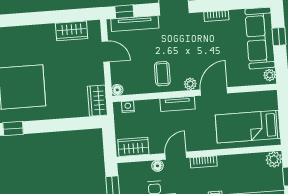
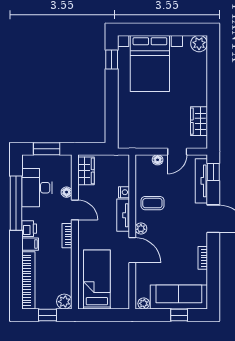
floor lamp: (117, 90) -> (158, 160), moved
wardrobe: (97, 101) -> (132, 140), removed
nightstand: (128, 107) -> (124, 192), moved

